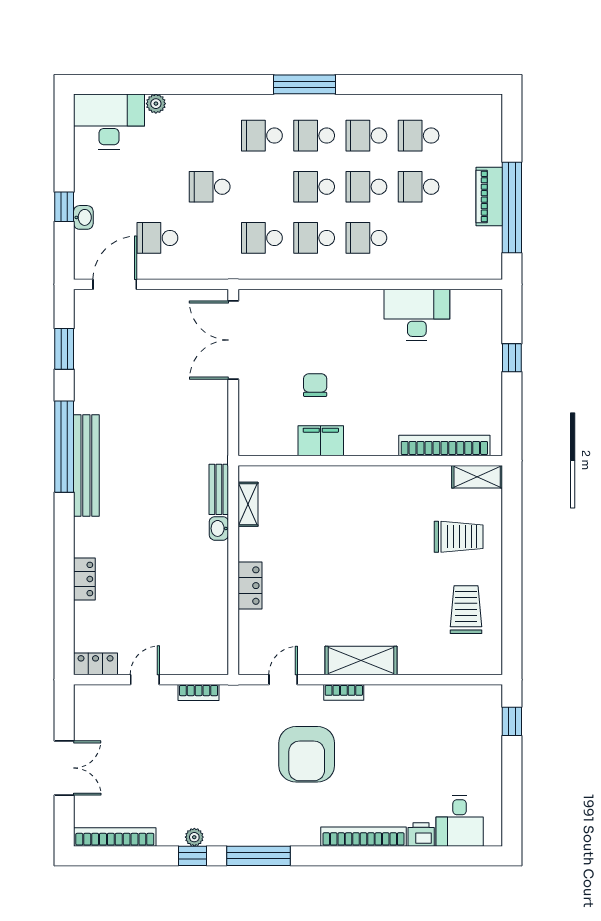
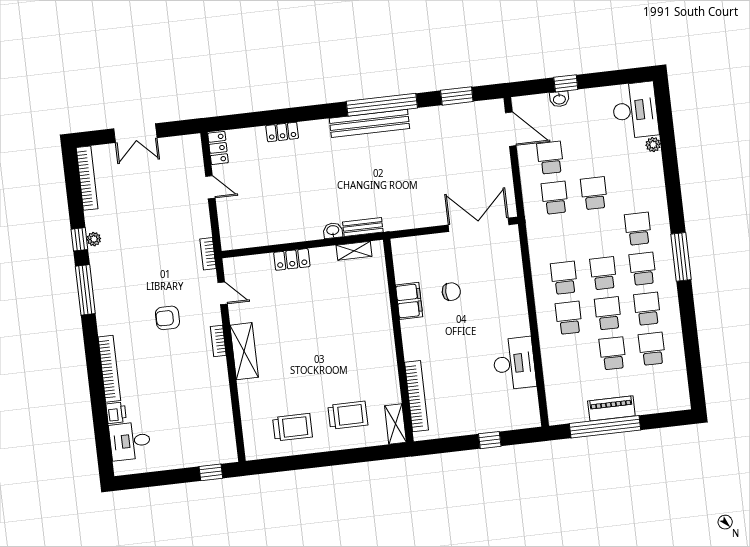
school desk: (262, 238) -> (555, 198), moved
trolley: (459, 537) -> (348, 415), turned -90
bookcase: (199, 693) -> (208, 254), moved
armchair: (307, 754) -> (167, 318), width x0.53, depth x0.53

